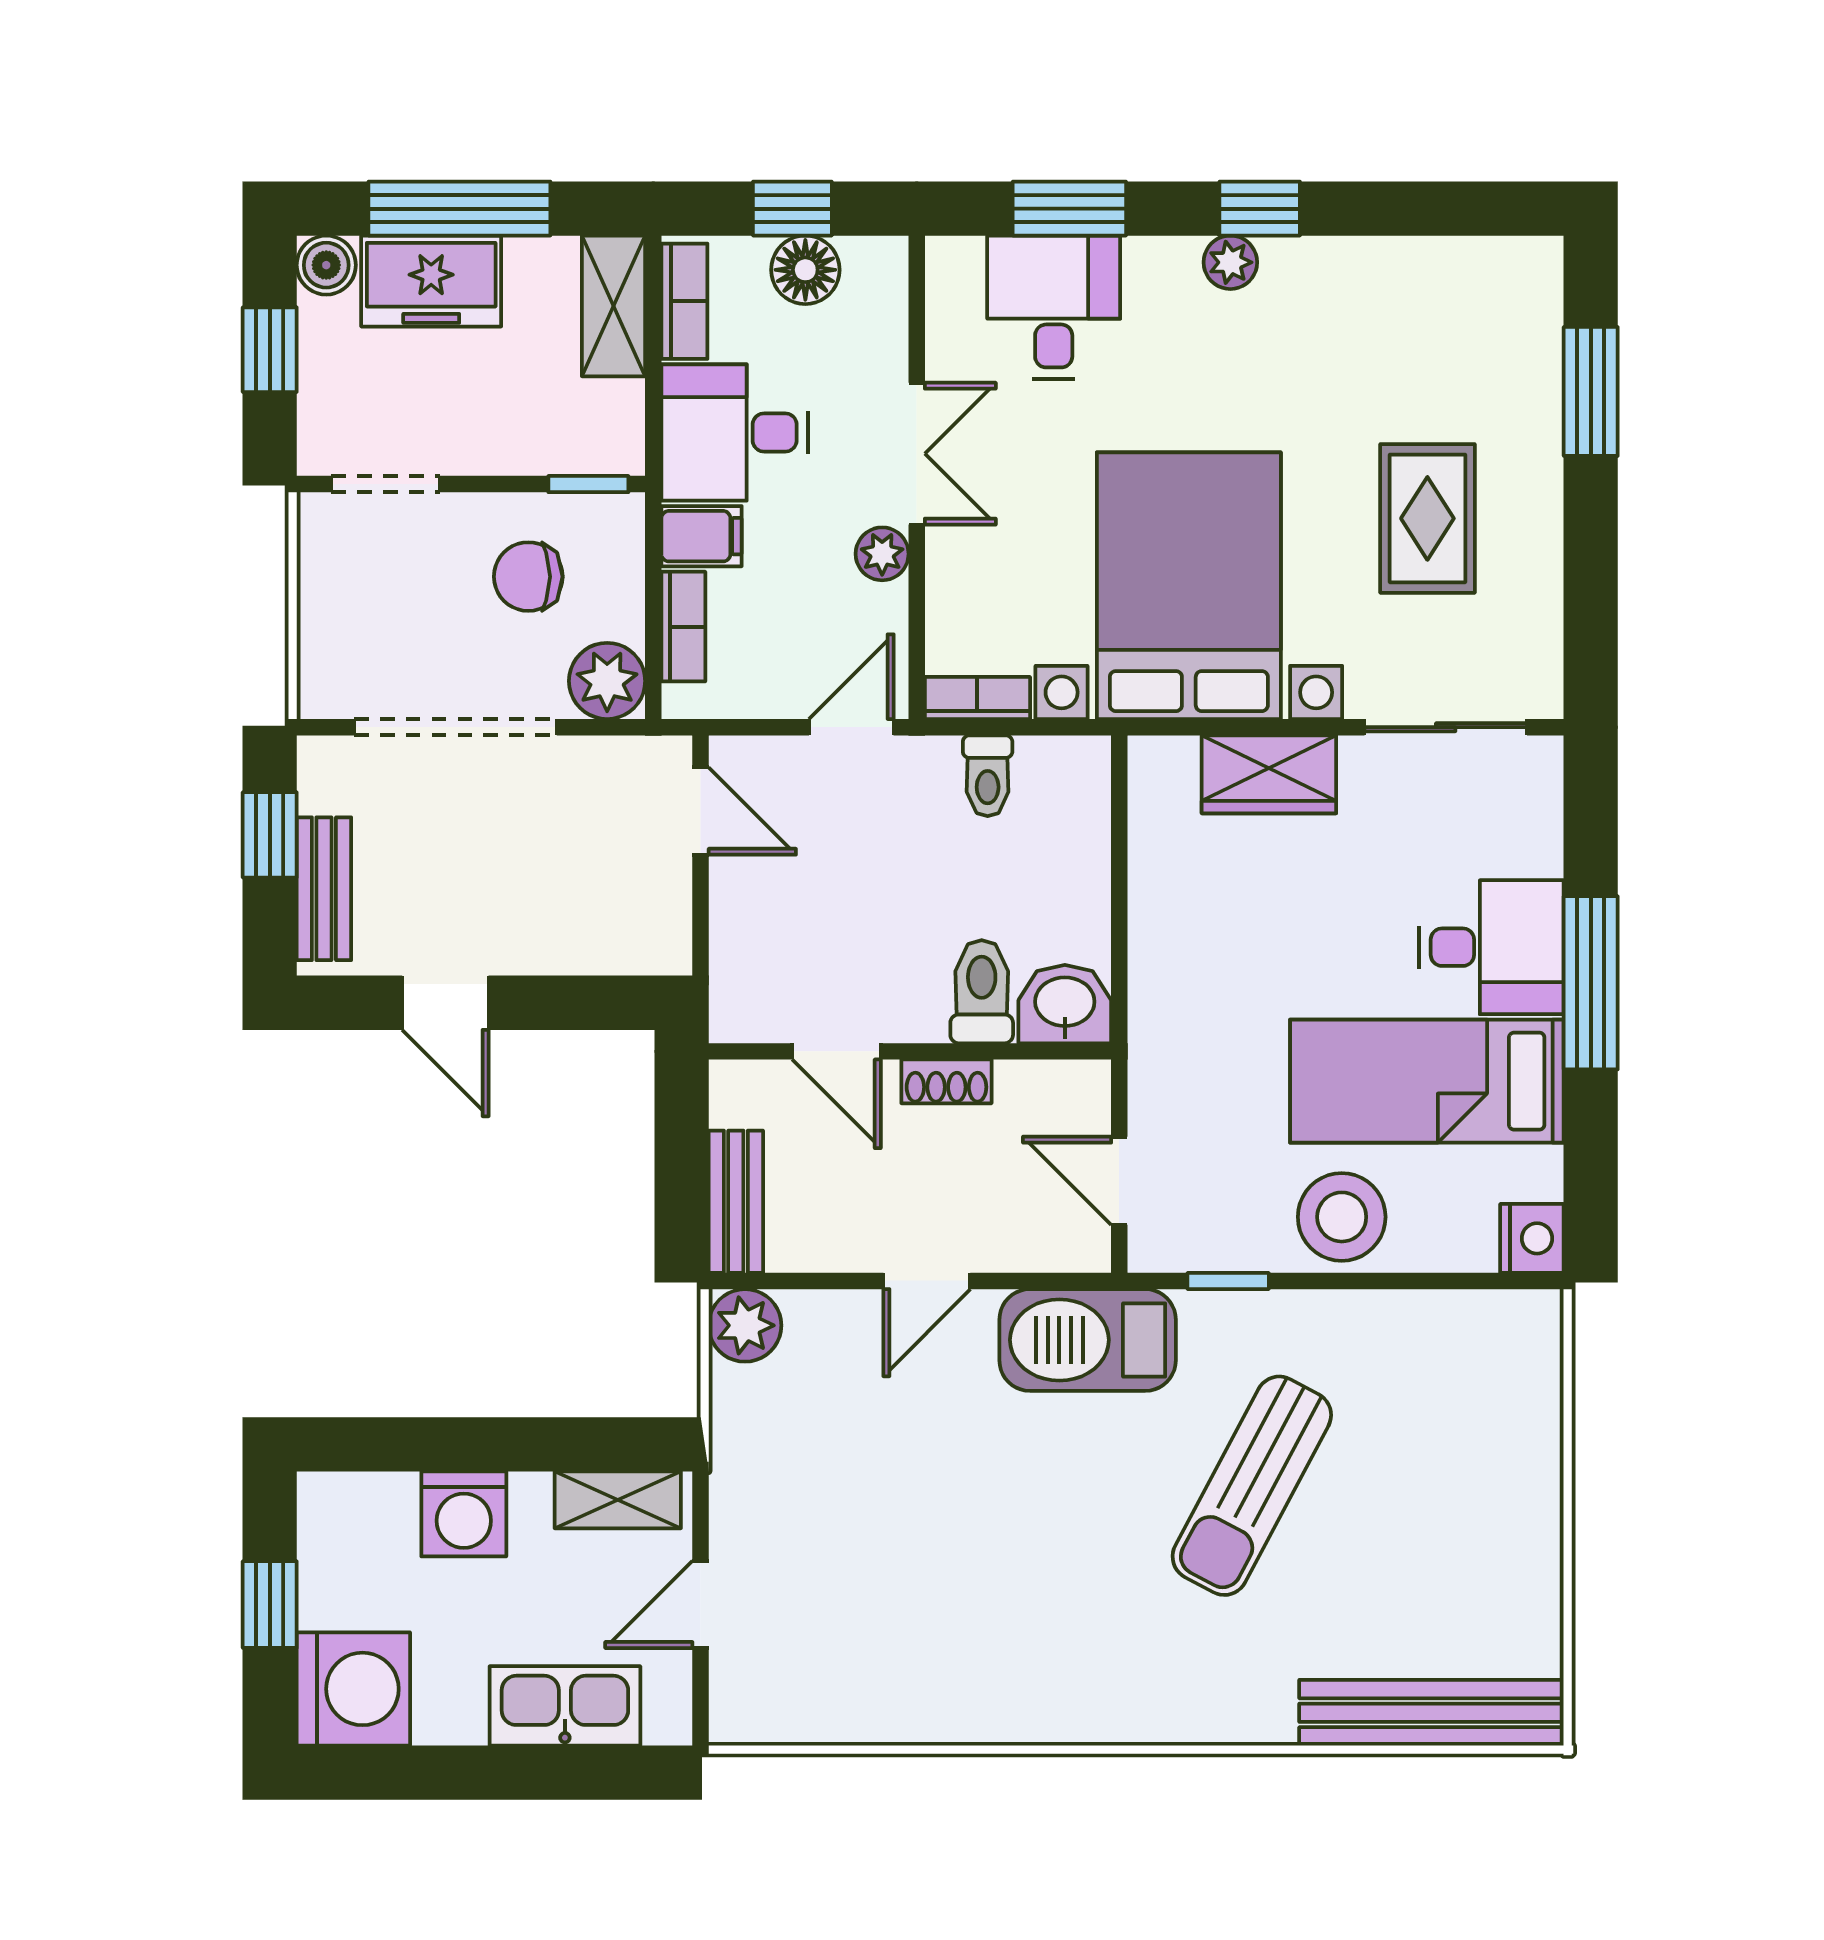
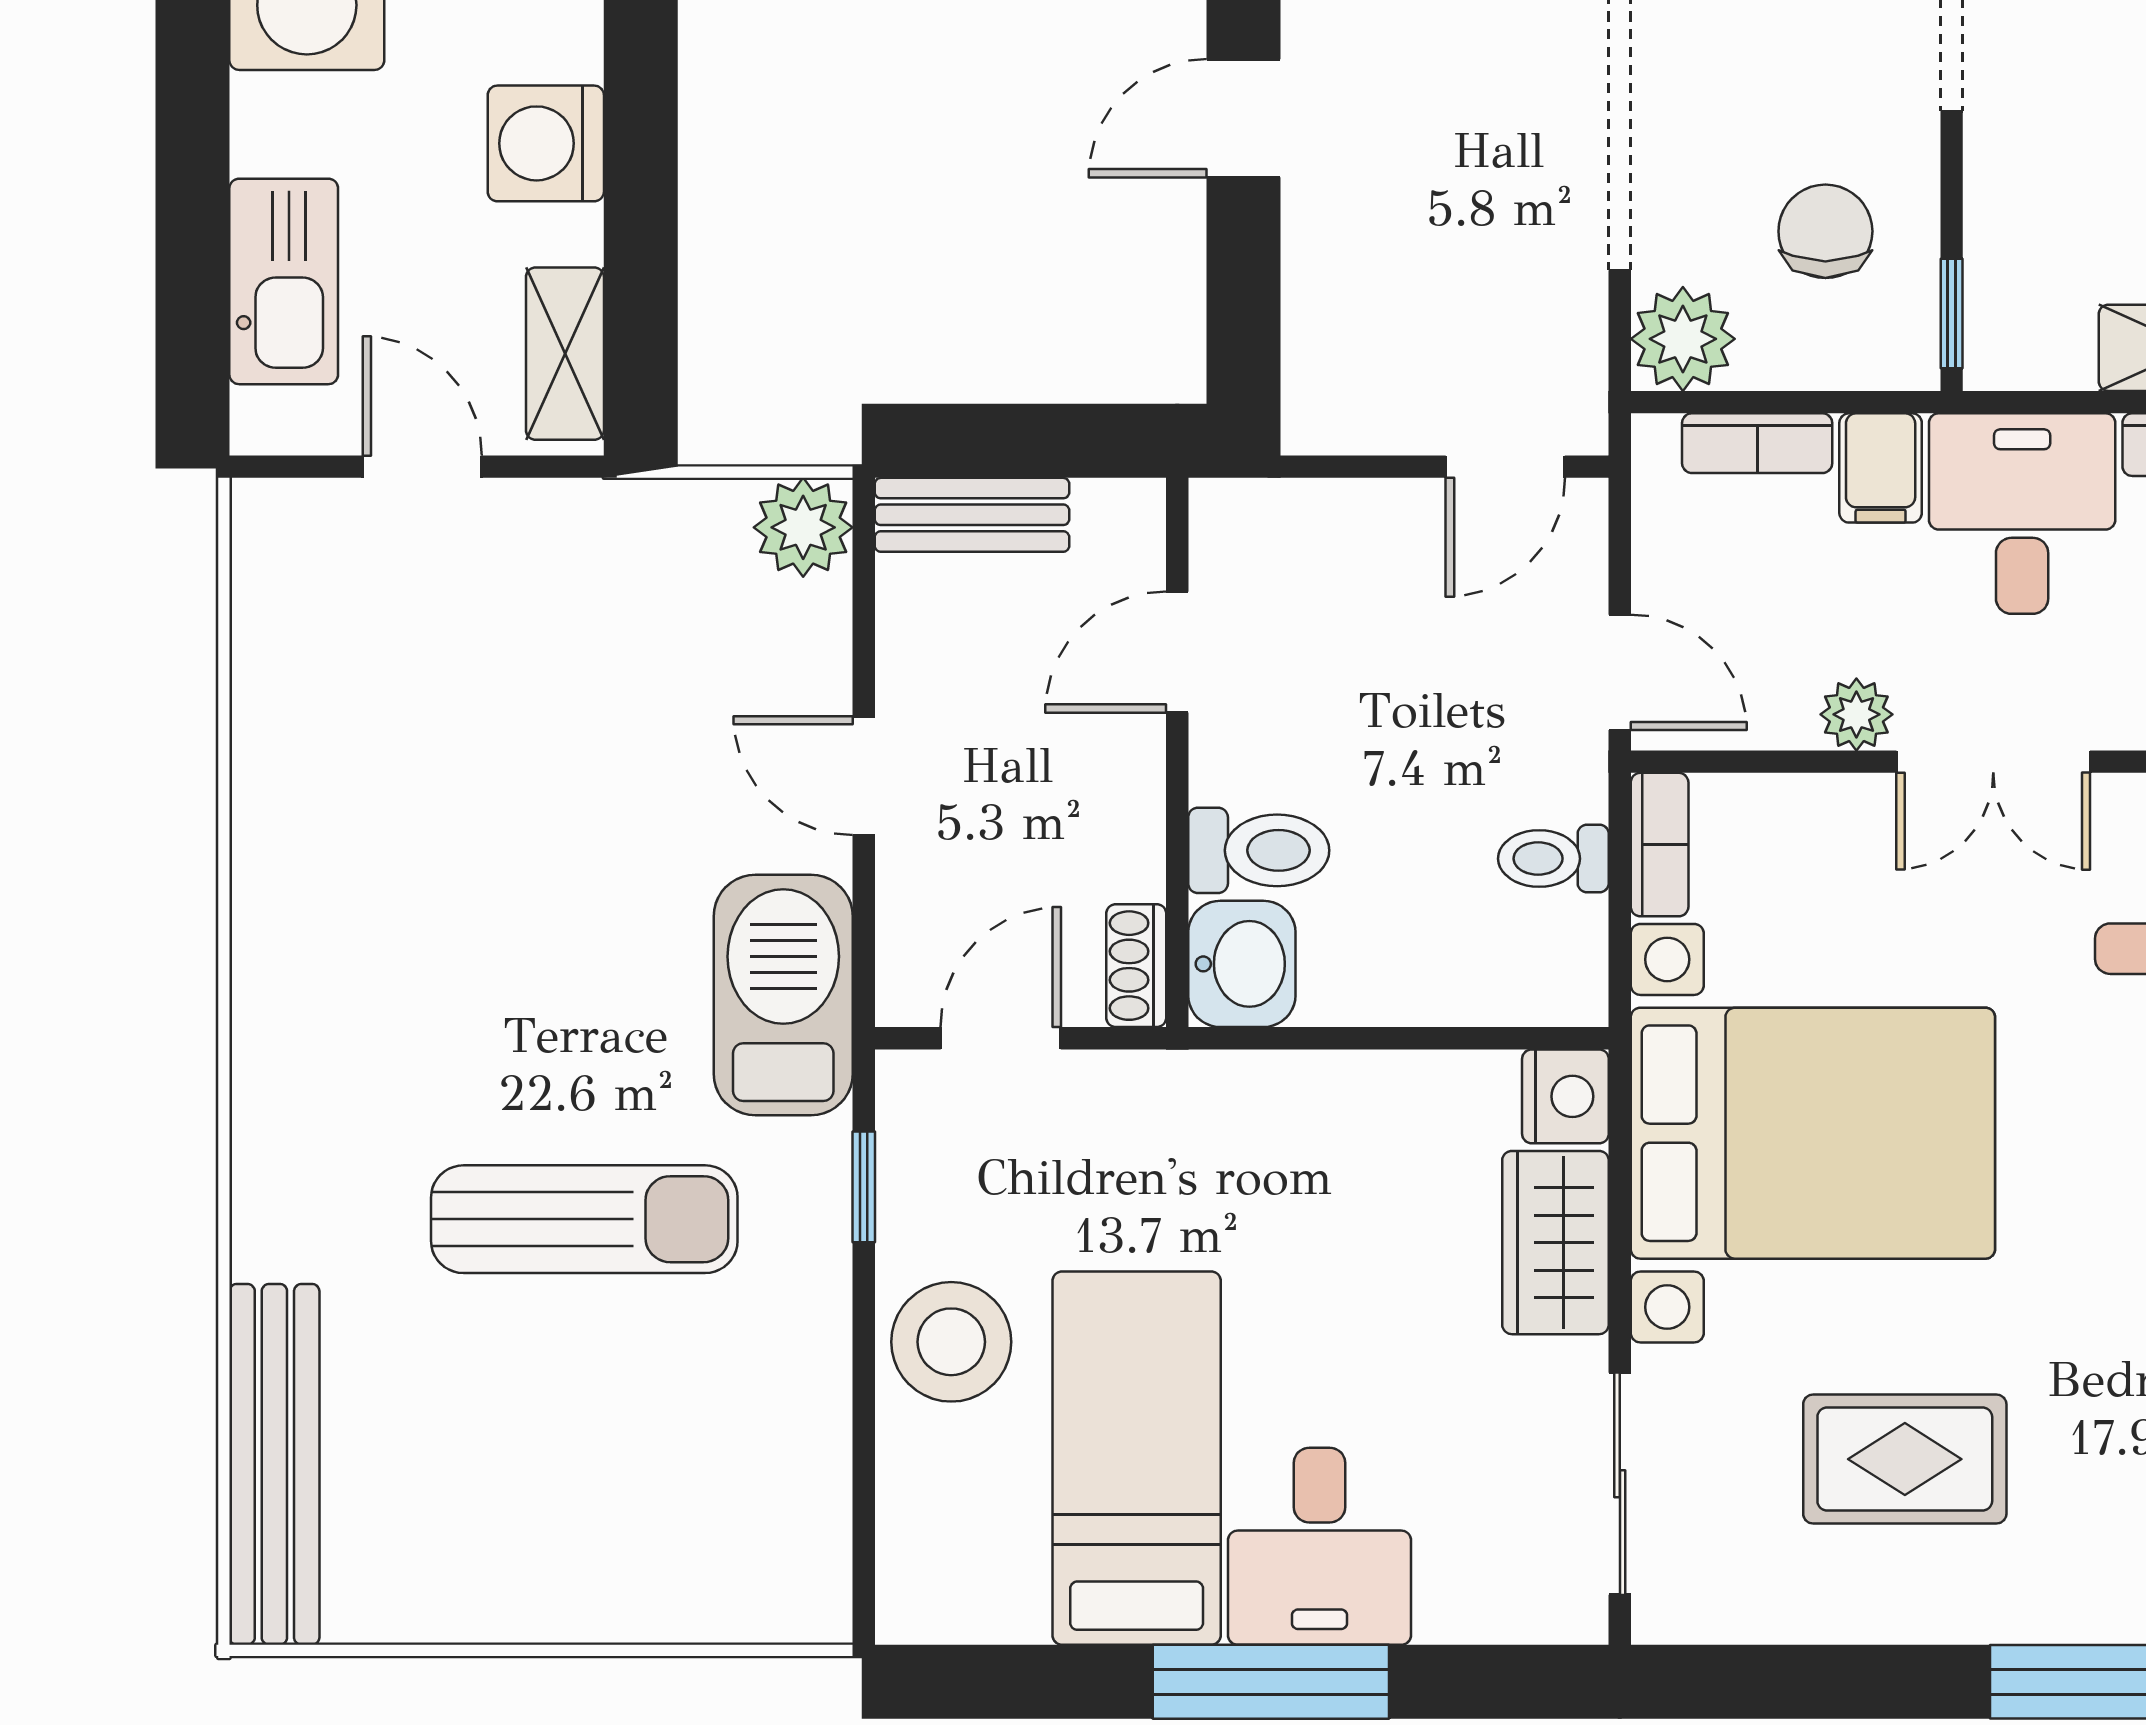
shoe rack: (946, 1081) -> (1136, 966), moved
nightstand: (1532, 1238) -> (1565, 1096), moved, turned -90
sun lounger: (1252, 1486) -> (584, 1219), turned 152

